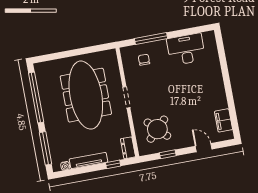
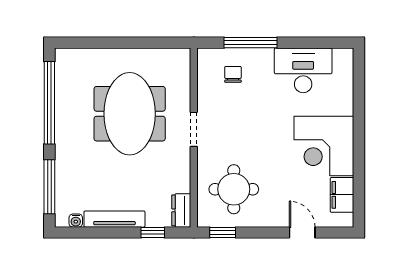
corner desk: (207, 93) -> (324, 146), added
meeting table: (86, 95) -> (130, 114), width x0.73
round table: (157, 129) -> (234, 189), turned 45
window: (168, 154) -> (223, 232), moved

